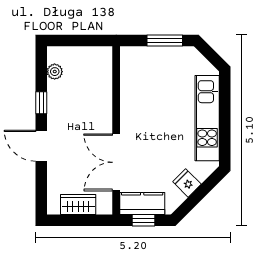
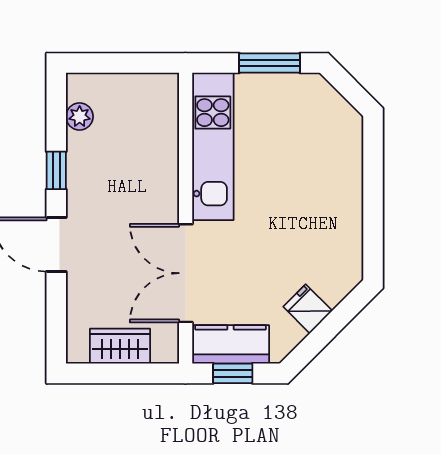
kitchen unit: (207, 118) -> (213, 146), moved, turned 180

